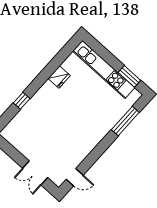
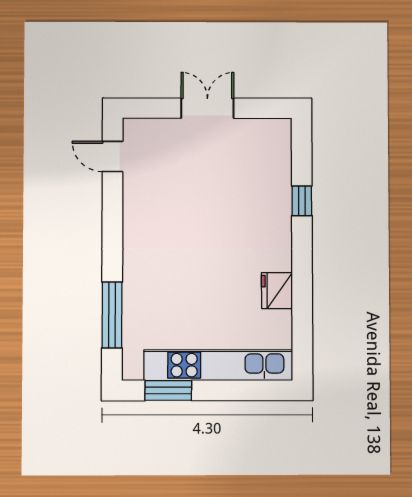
double door: (35, 173) -> (207, 108), moved
door: (75, 177) -> (113, 156), hinge flipped

